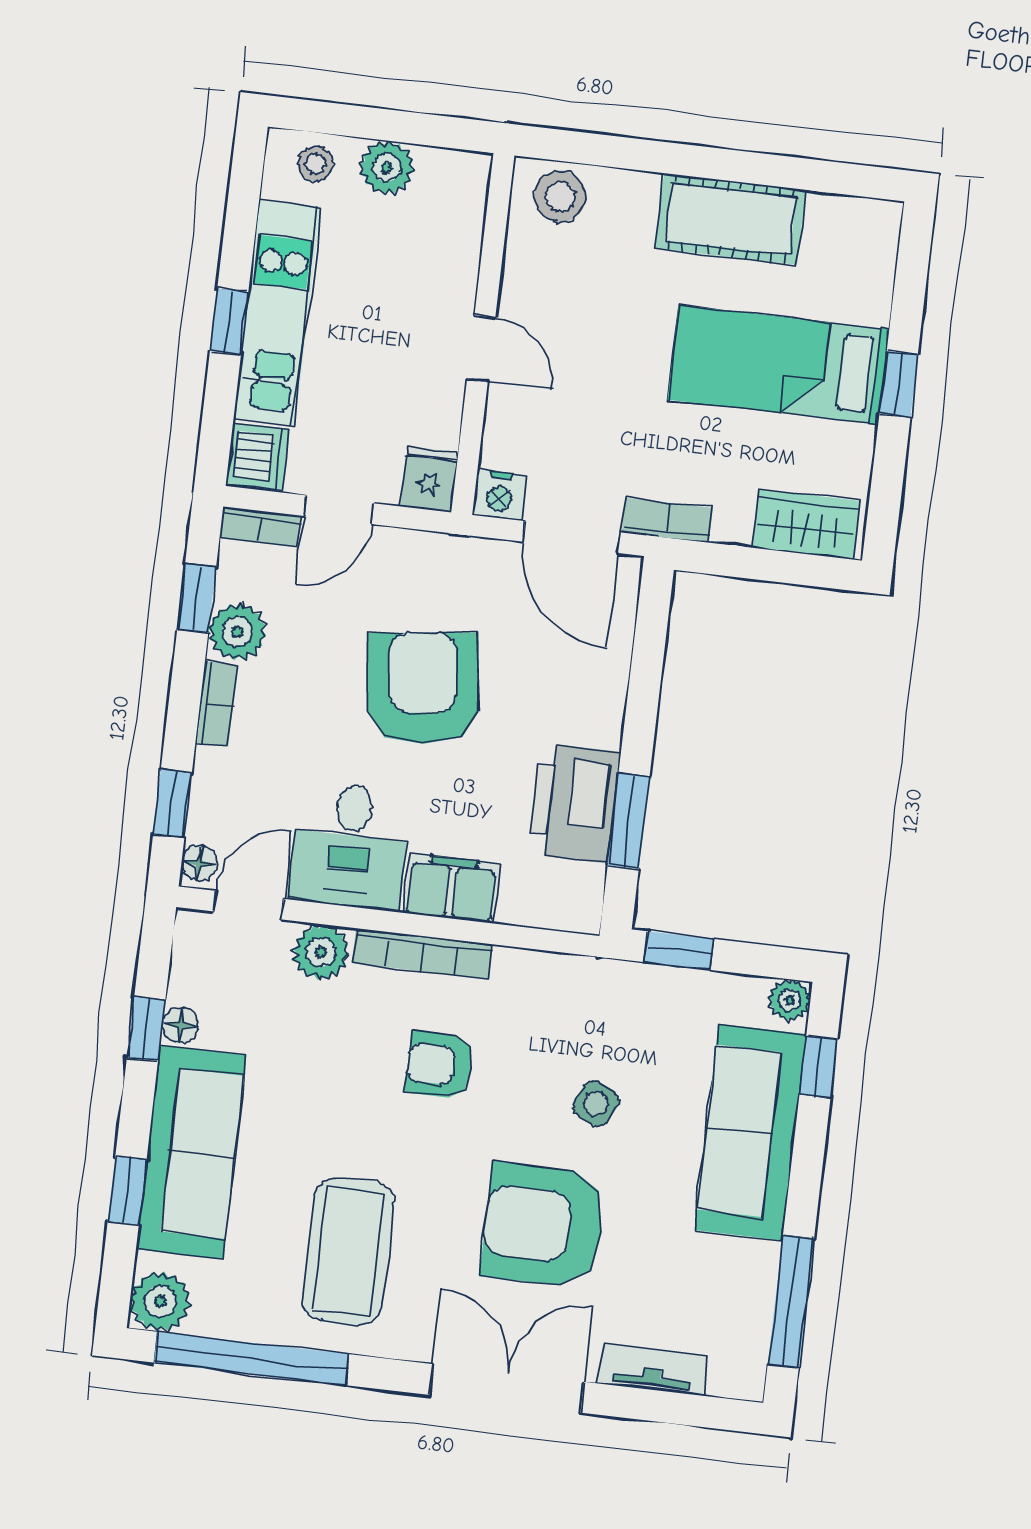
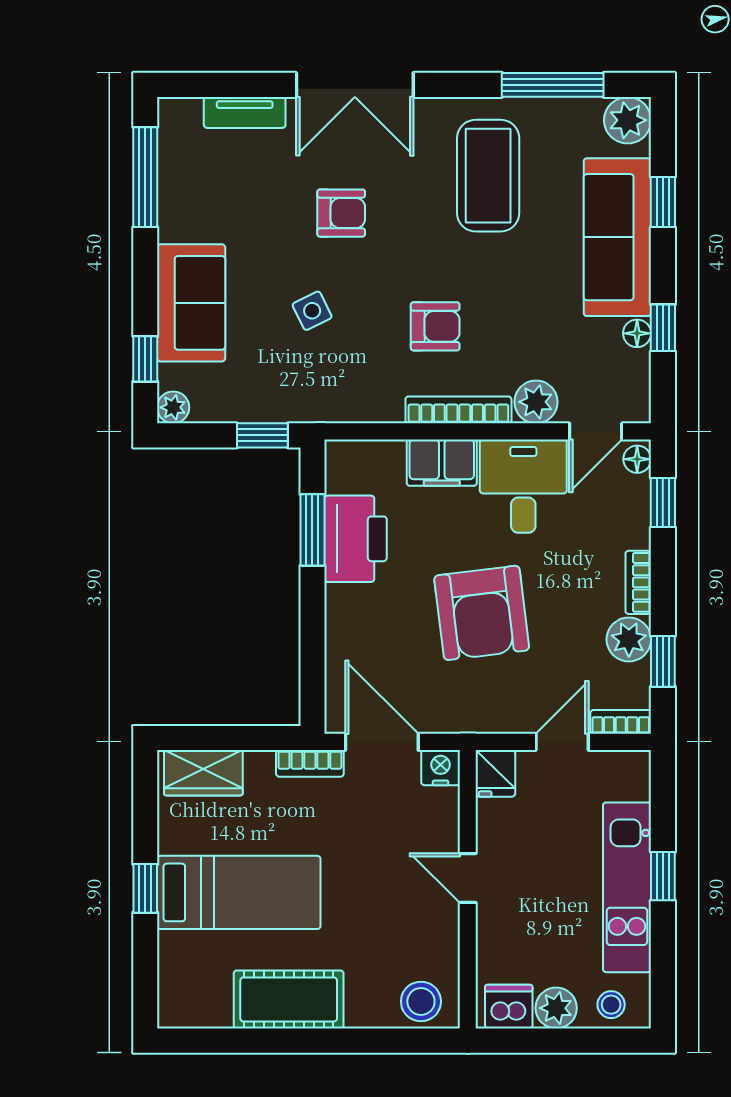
dishwasher: (258, 456) -> (509, 1007), moved, turned 90
side table: (596, 1104) -> (312, 311), turned 38
sofa: (751, 1132) -> (191, 303), width x0.73
armchair: (544, 1225) -> (341, 213), width x0.53, depth x0.53
window: (251, 1358) -> (553, 85), width x0.68

